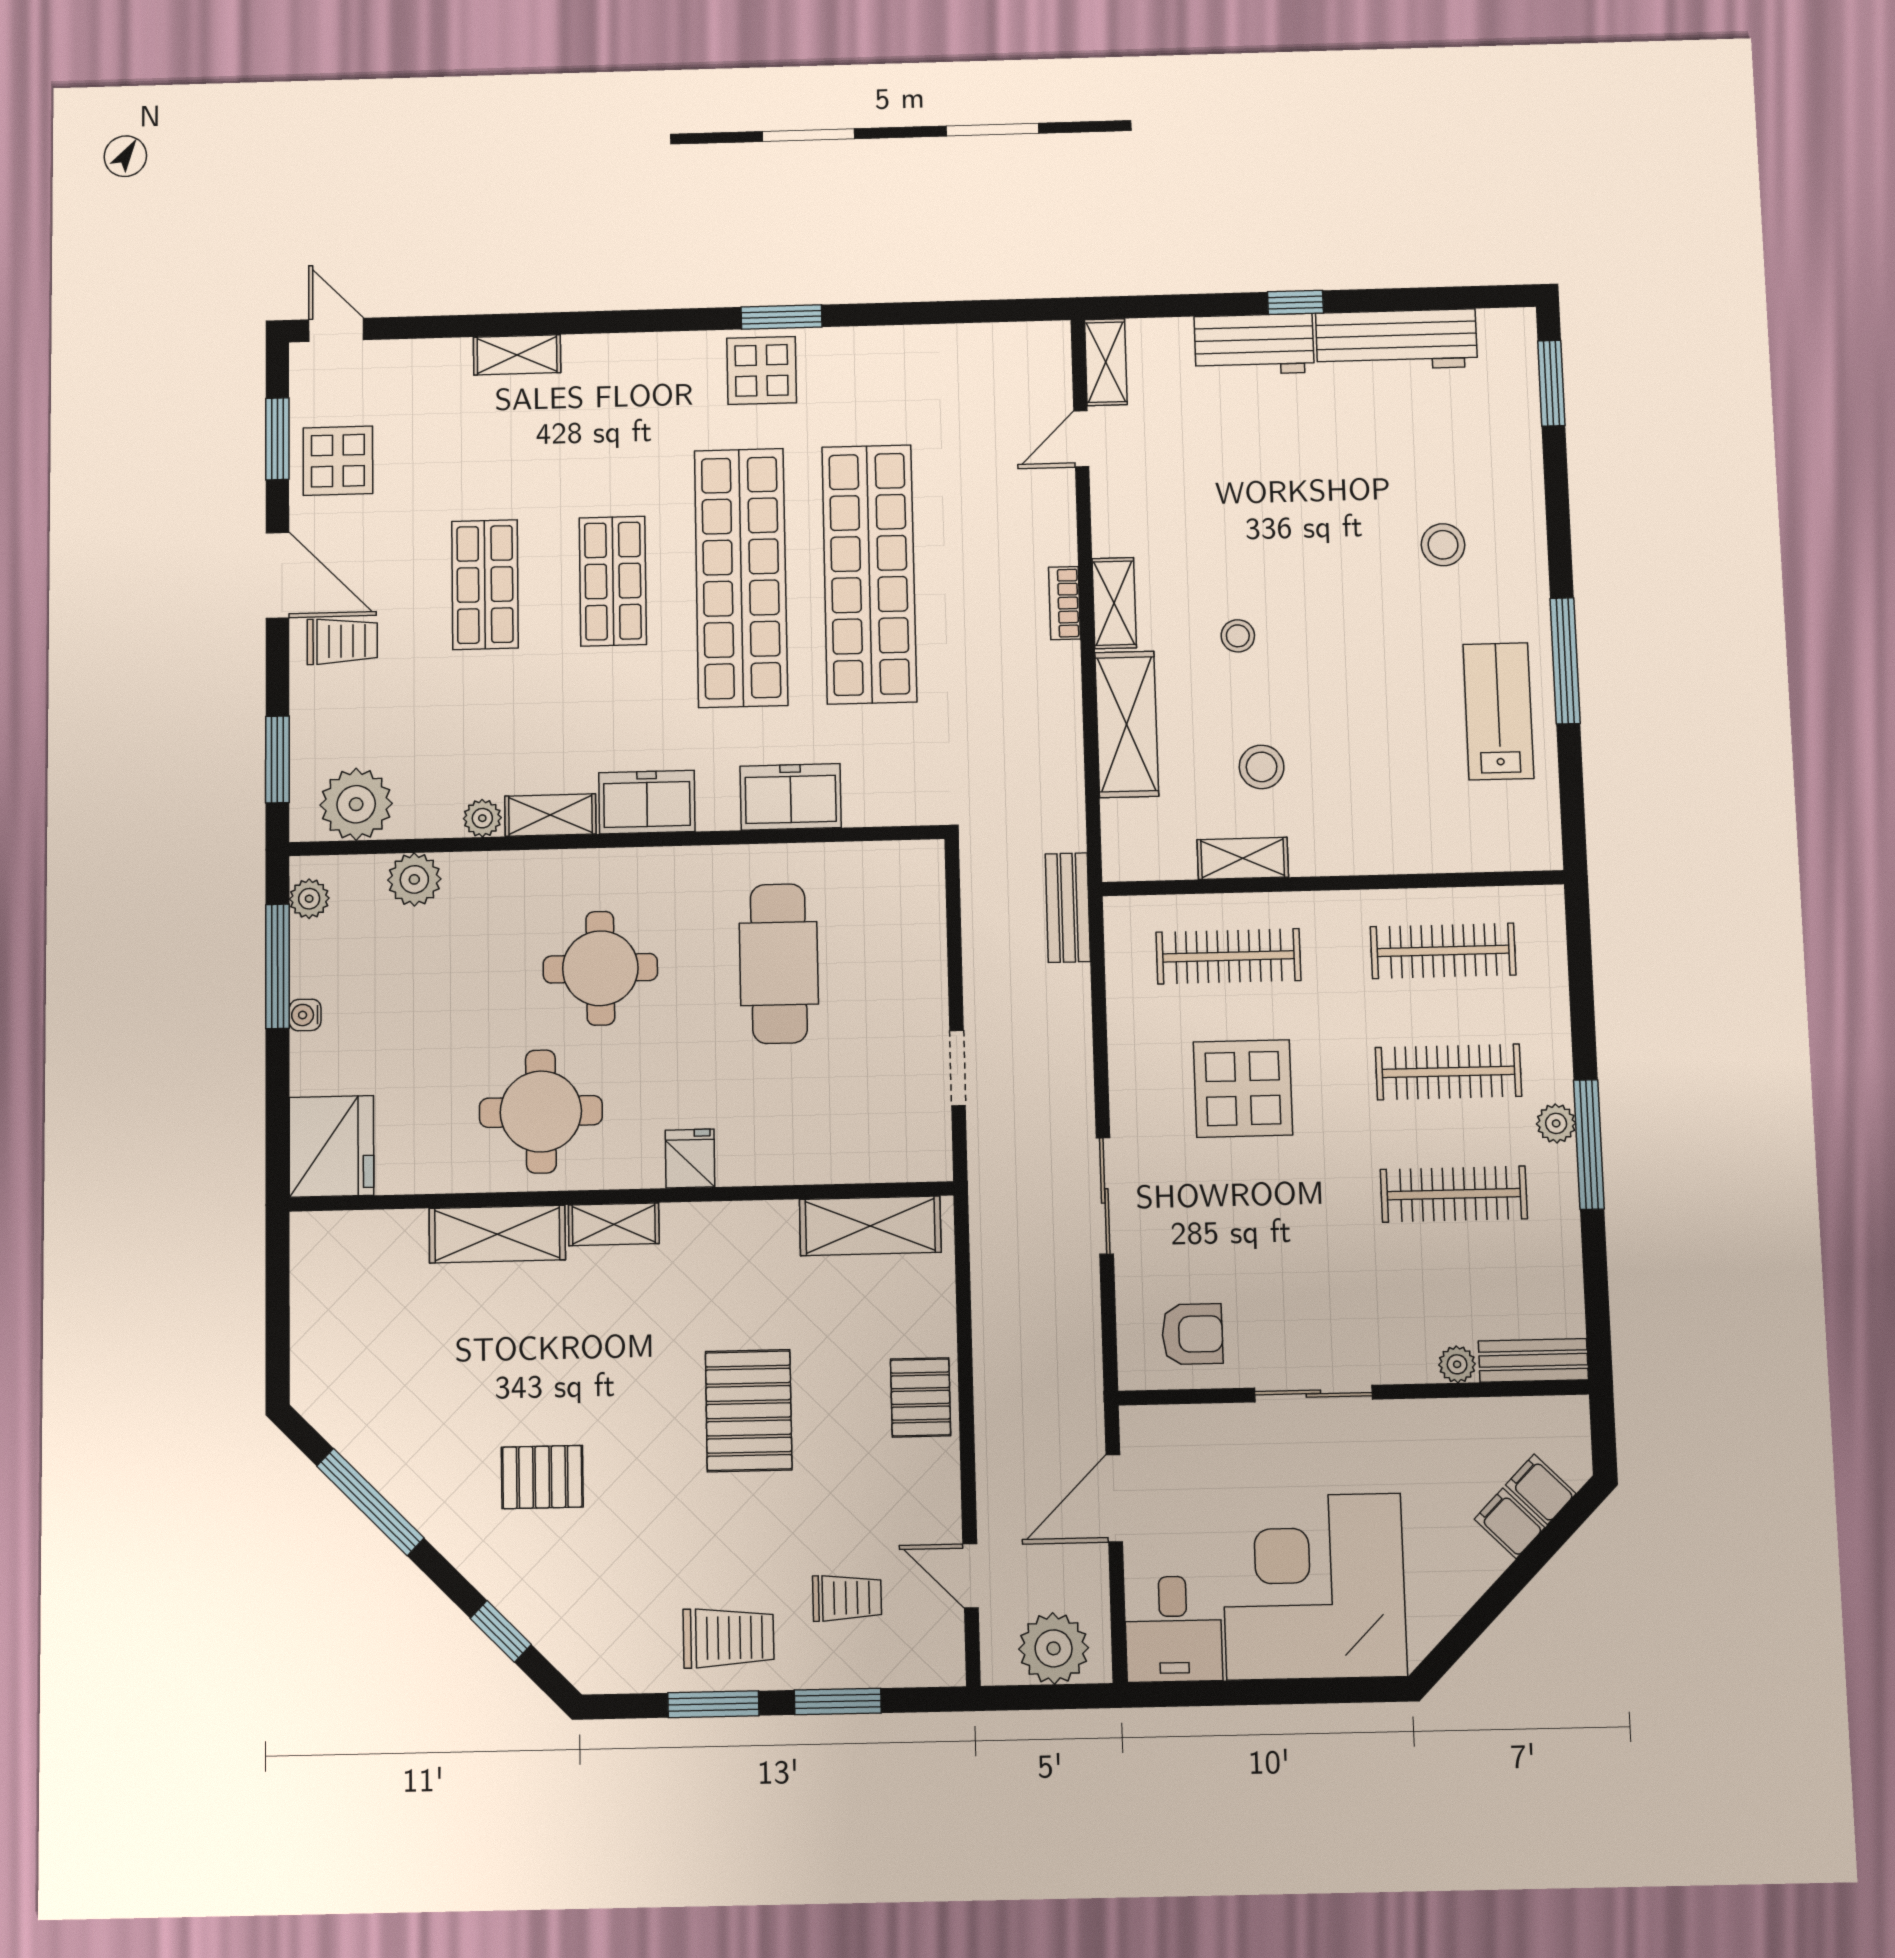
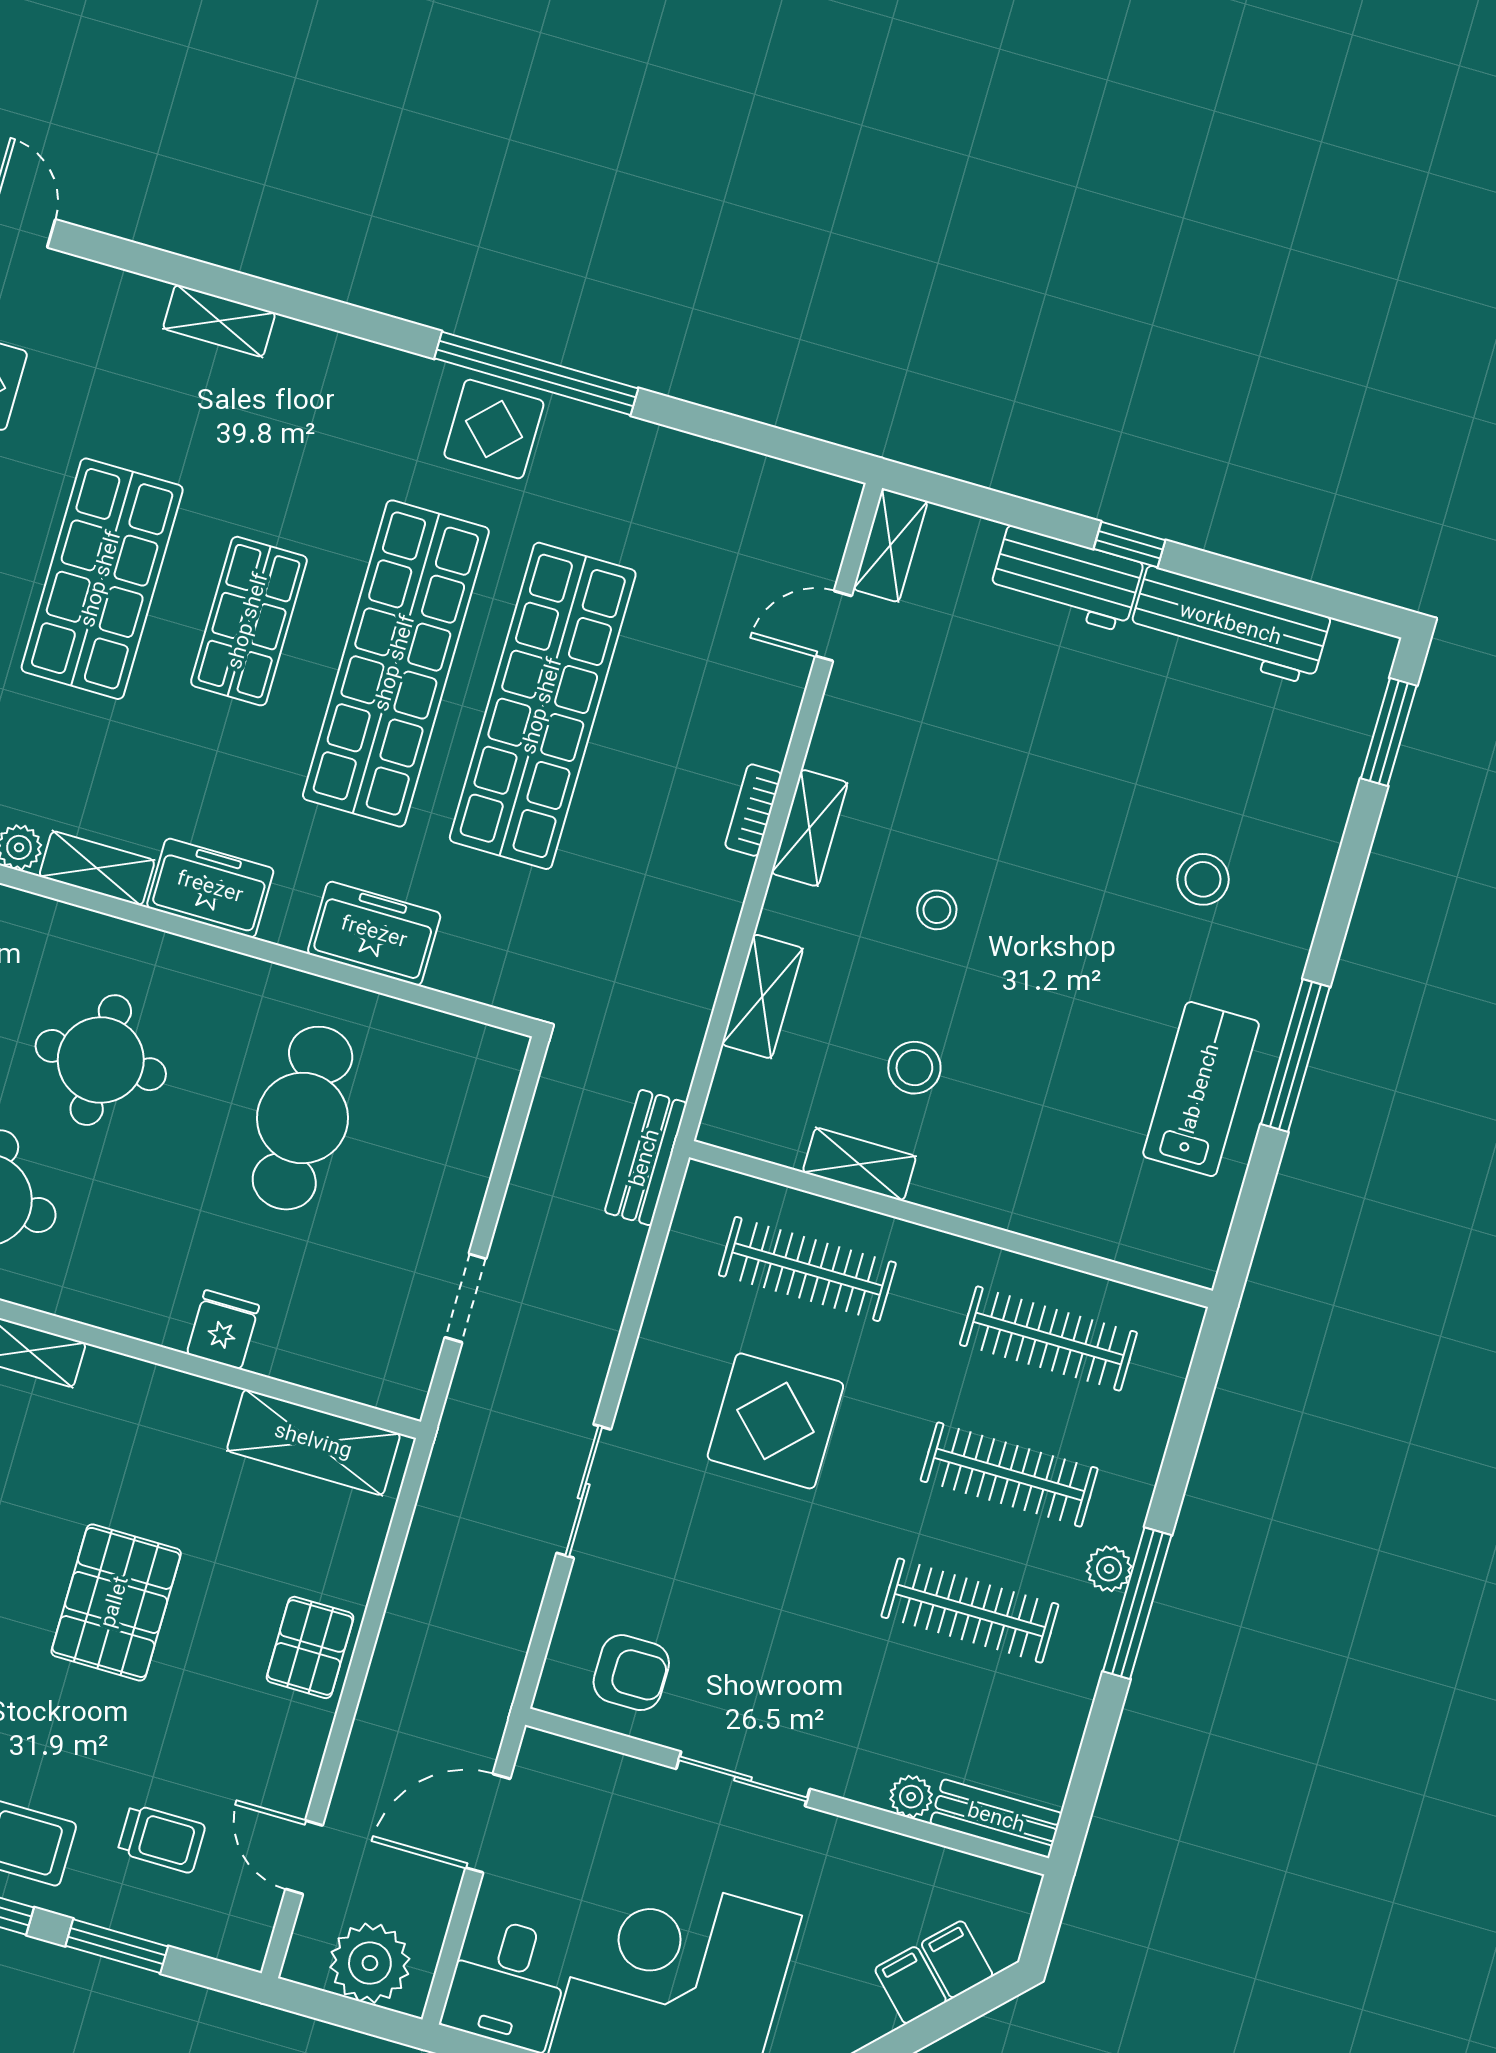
window: (782, 317) -> (536, 373), width x2.11
shop shelf: (485, 585) -> (102, 579), width x1.43, depth x1.36
shelving: (1127, 724) -> (762, 996), width x0.67, depth x0.75
fridge: (690, 1158) -> (223, 1330), moved

